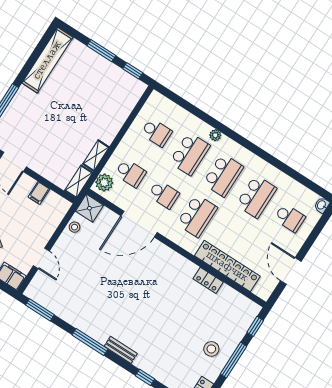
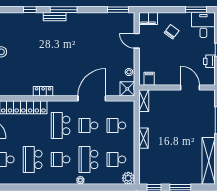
shelving: (96, 156) -> (143, 138), moved
school desk: (223, 175) -> (61, 159), width x0.54
plant: (104, 183) -> (128, 178), moved
filing cabinet: (39, 193) -> (149, 79), moved
locker: (208, 280) -> (43, 91), moved
window: (90, 342) -> (64, 10), moved

